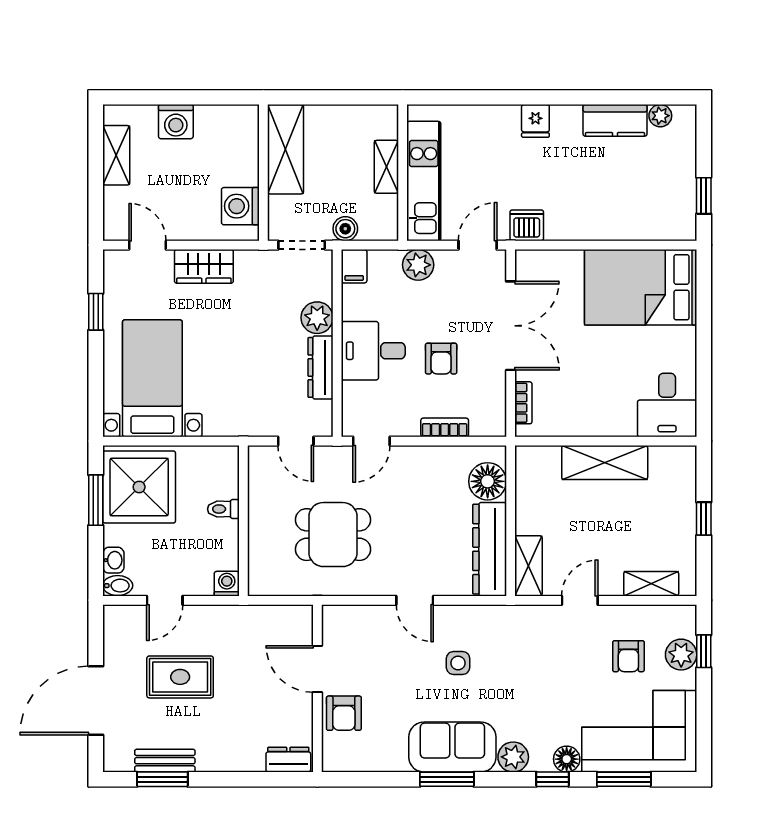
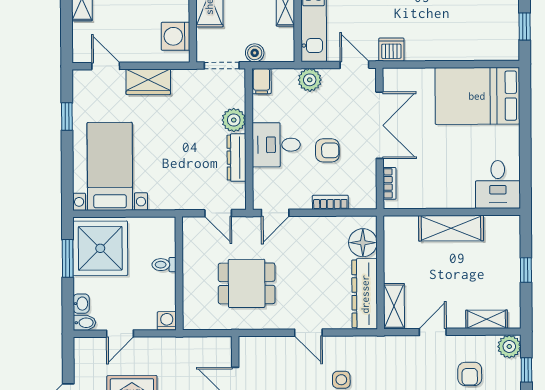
door: (478, 245) -> (354, 65), hinge flipped
armchair: (441, 359) -> (327, 150), turned -90
plant: (681, 655) -> (509, 346), moved

